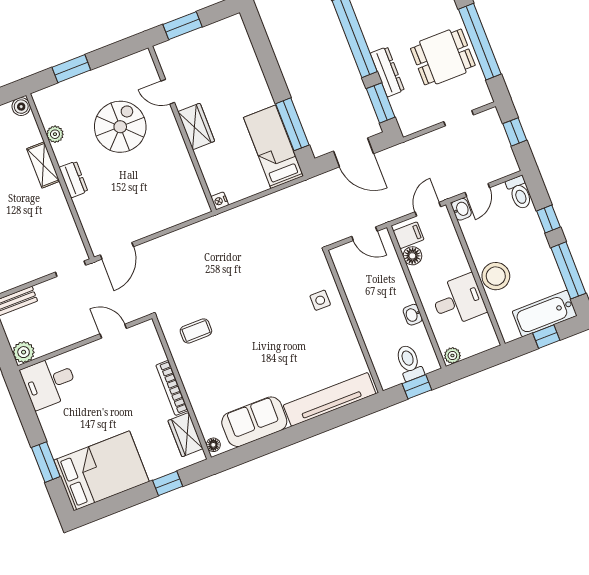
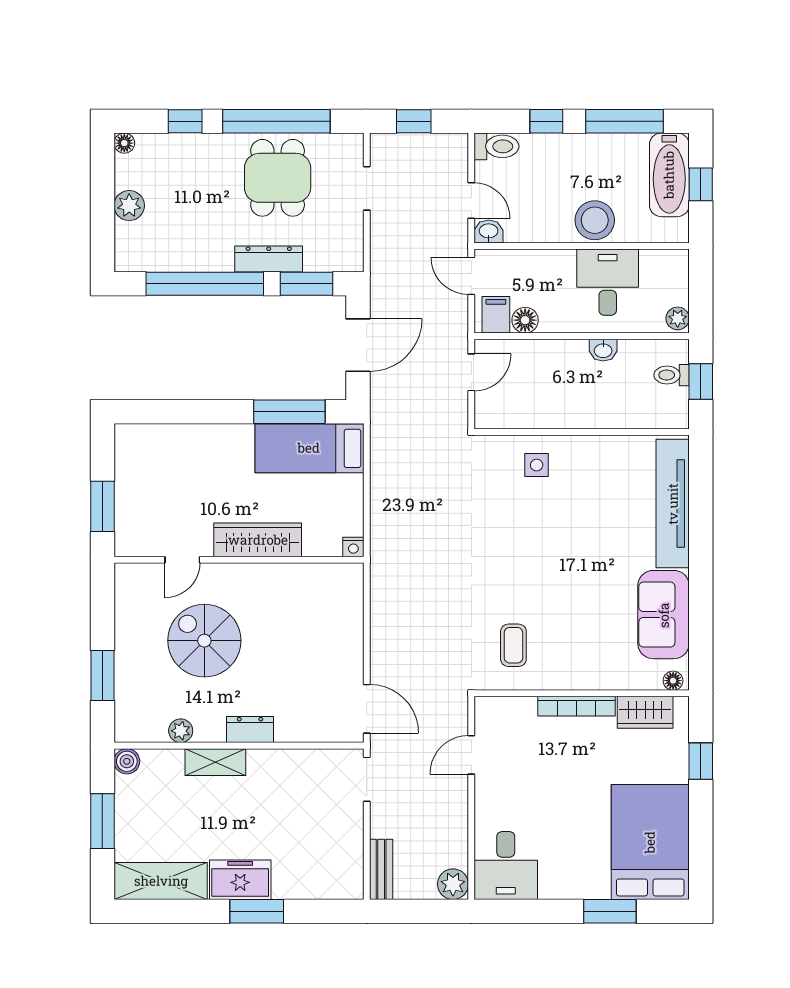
wardrobe: (196, 126) -> (258, 540), width x1.50
toilet: (409, 363) -> (672, 375), width x0.73, depth x0.72

